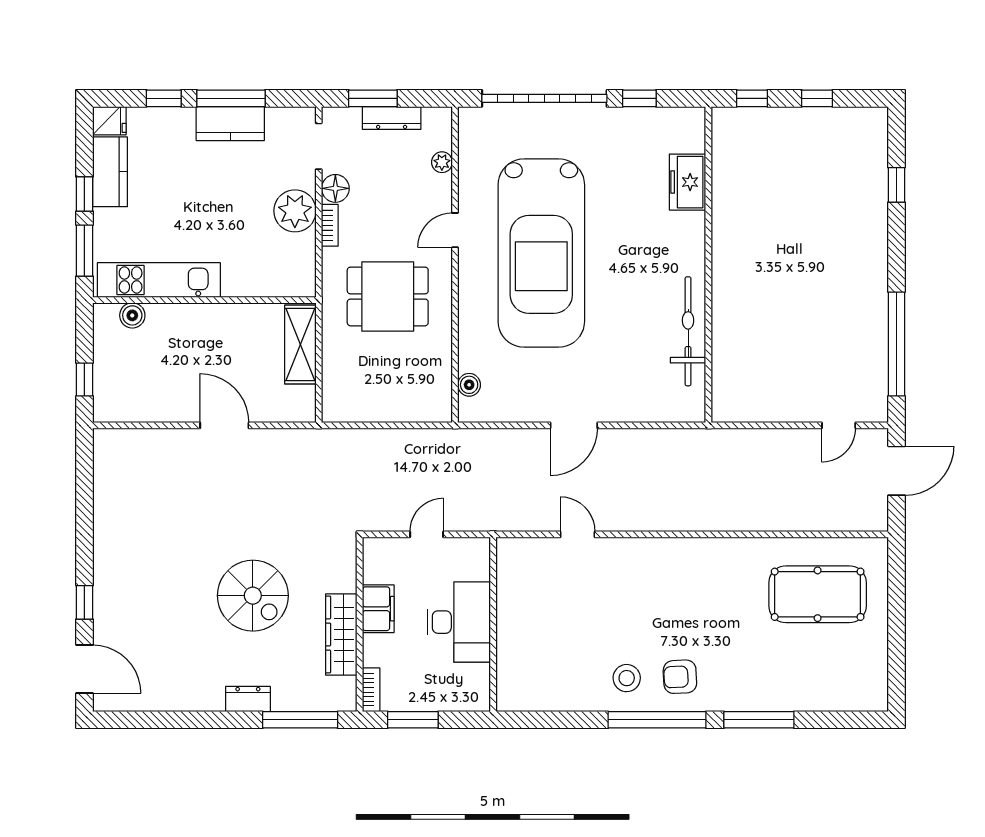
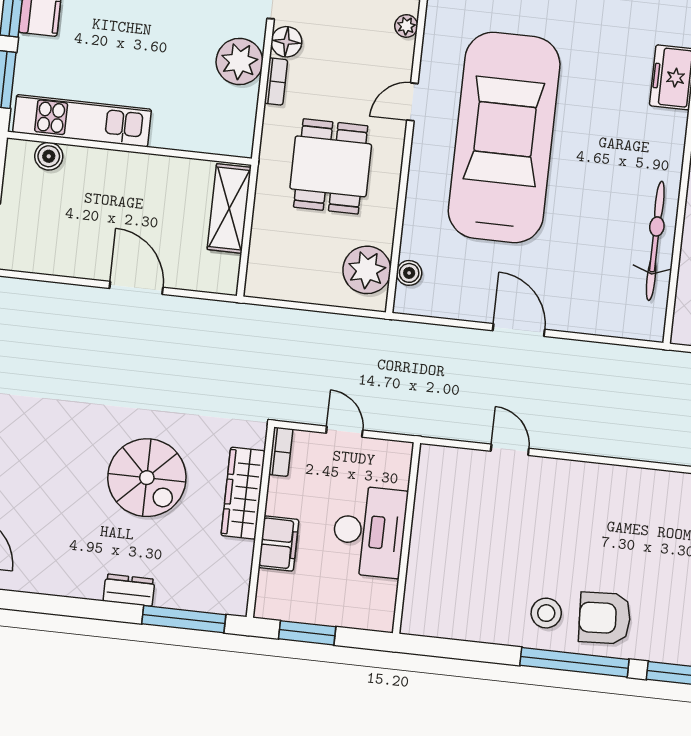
car: (541, 253) -> (504, 137), turned 180
dining table: (388, 296) -> (331, 166), turned 90
plant: (431, 386) -> (367, 270), added
door: (574, 425) -> (519, 330), swing flipped
door: (427, 534) -> (344, 432), hinge flipped
filing cabinet: (378, 609) -> (279, 543), moved
wardrobe: (341, 634) -> (243, 493), moved
armchair: (680, 677) -> (605, 618), width x1.38, depth x1.38
bookcase: (371, 690) -> (281, 452), moved

